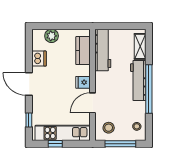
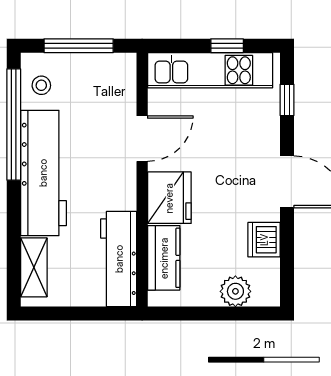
workbench: (138, 80) -> (43, 173), width x1.36, depth x1.32
fridge: (83, 82) -> (169, 198), width x1.88, depth x1.34
window: (149, 89) -> (14, 125), moved
stool: (109, 128) -> (106, 82), removed

